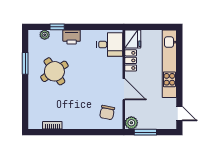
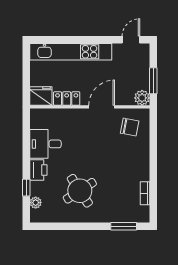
desk: (110, 44) -> (45, 144), moved, turned -90
window: (25, 63) -> (124, 226), moved

